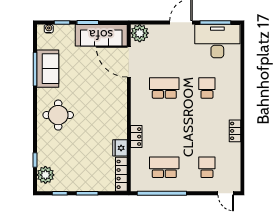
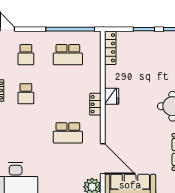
school desk: (207, 88) -> (26, 94), moved
locker: (136, 137) -> (95, 104), moved
fridge: (120, 148) -> (112, 96), moved

